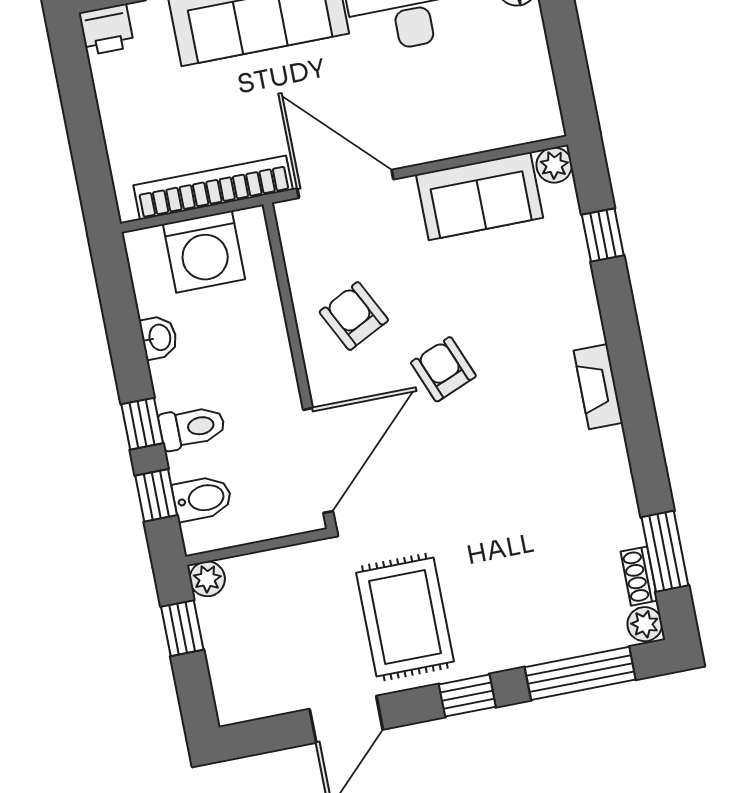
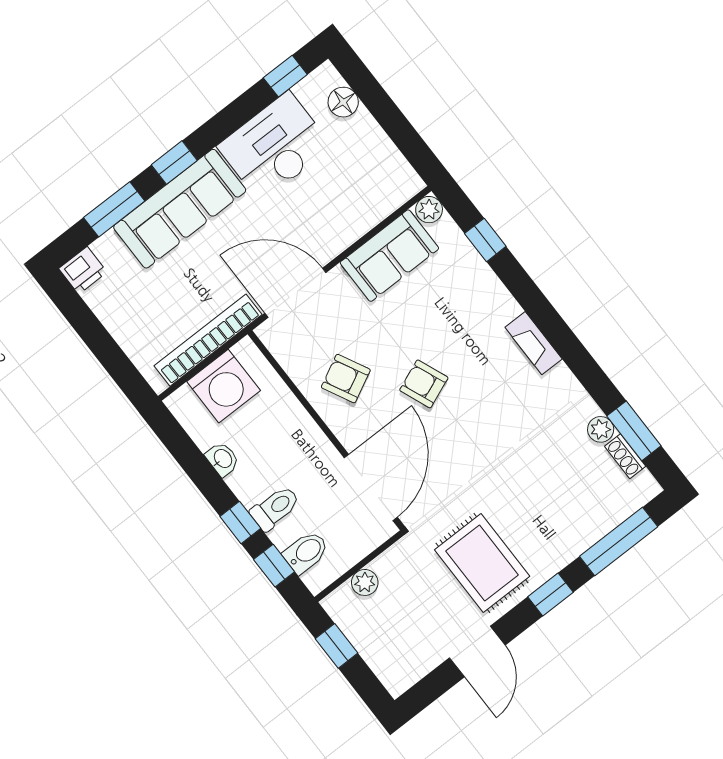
plant: (207, 579) -> (365, 582), moved
plant: (645, 624) -> (601, 429), moved

